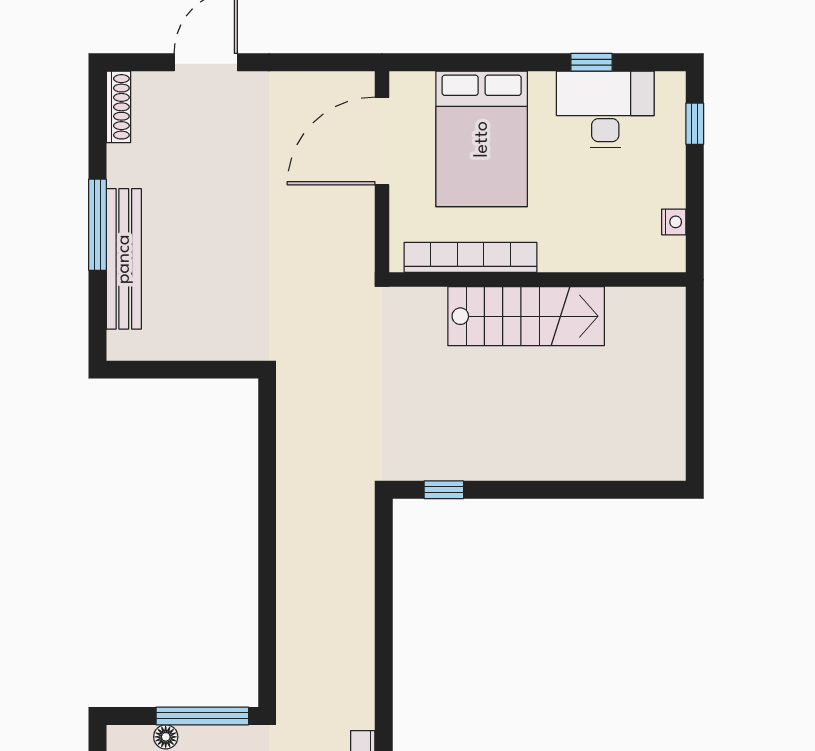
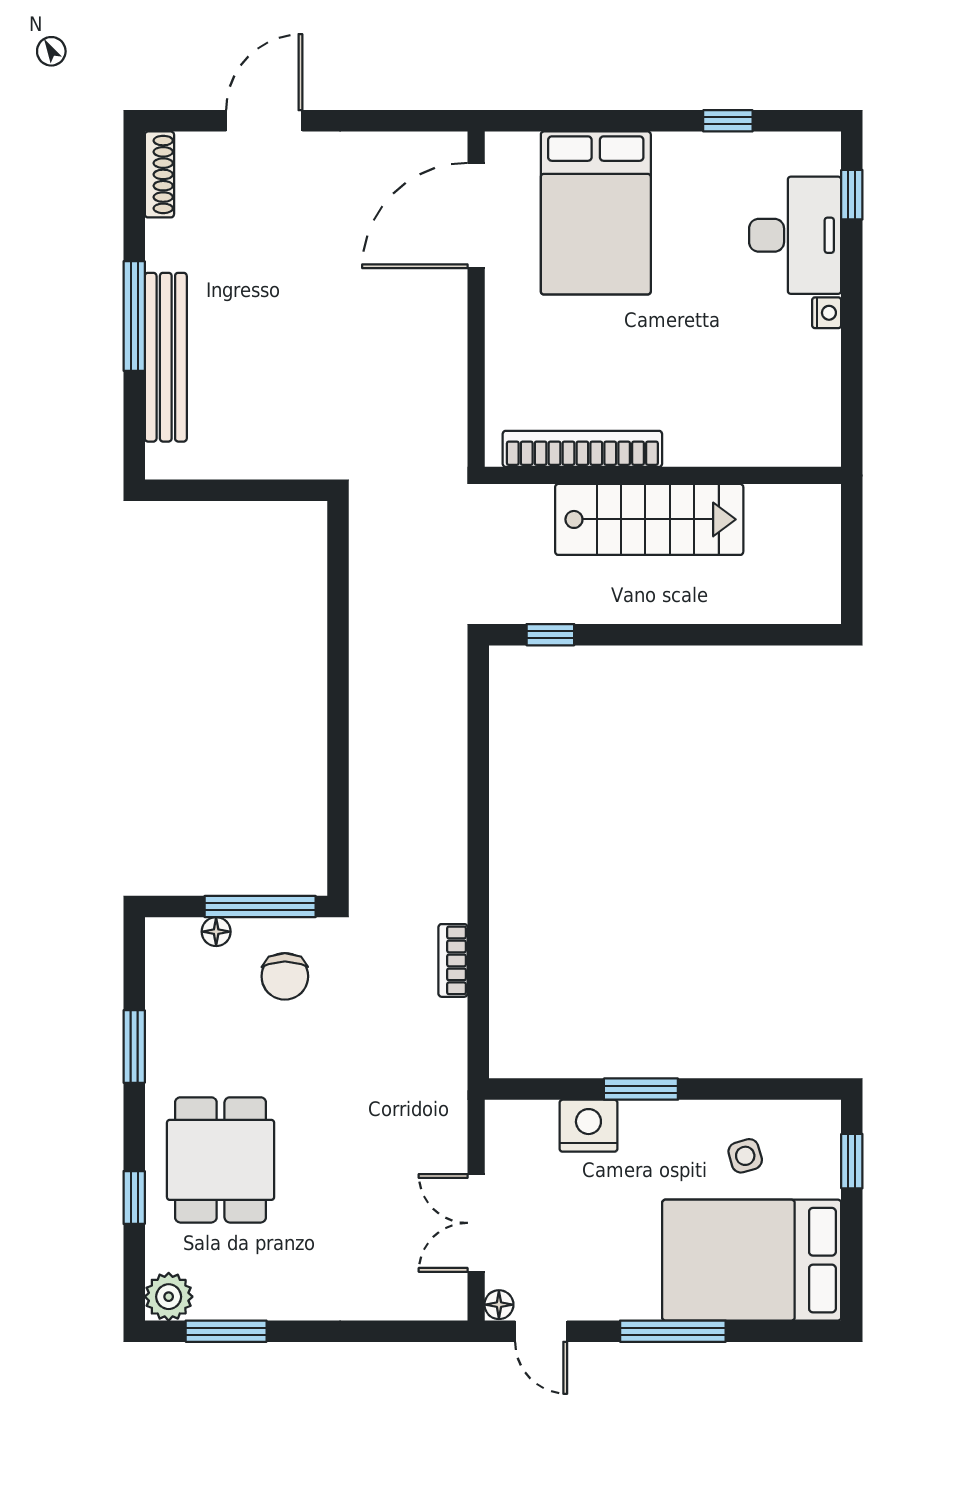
desk: (605, 109) -> (795, 235), moved, turned 90
bookcase: (470, 257) -> (582, 449), moved
wall: (537, 280) -> (663, 475), moved
stairs: (526, 316) -> (649, 519), moved

